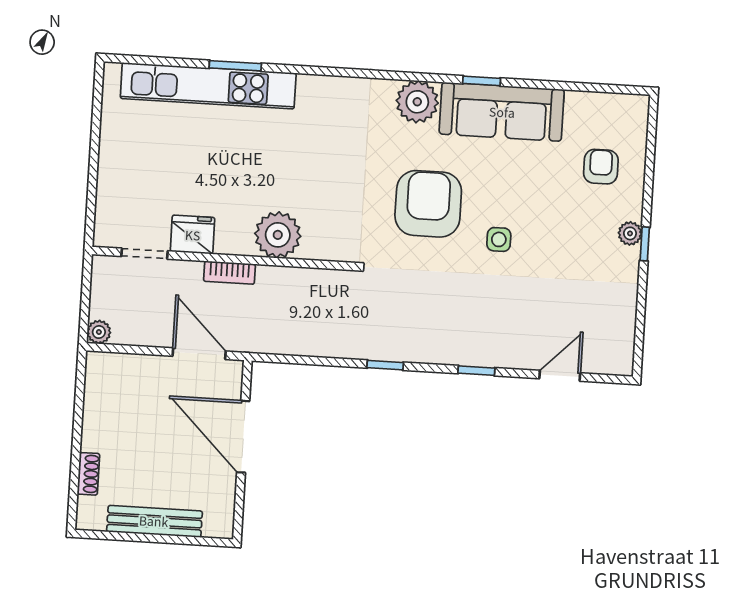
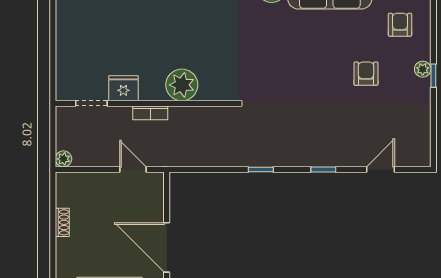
armchair: (428, 204) -> (366, 74), moved, width x0.53, depth x0.53
side table: (499, 239) -> (333, 79), removed
door: (199, 354) -> (133, 169), width x0.73
door: (243, 437) -> (167, 247), moved
shoe rack: (88, 474) -> (62, 222), moved

